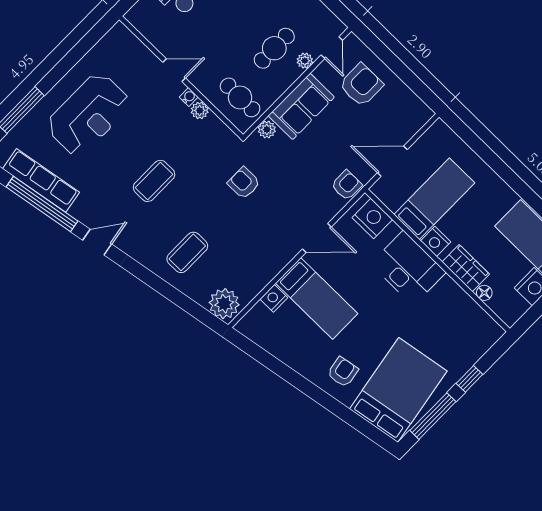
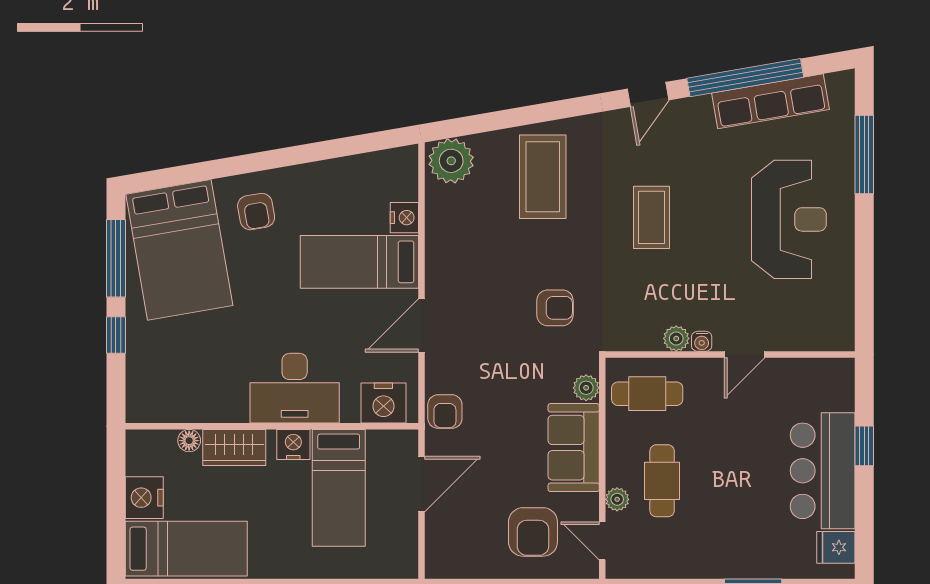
reception desk: (88, 114) -> (789, 219), turned 180
coffee table: (187, 252) -> (543, 177), width x1.36, depth x1.32

